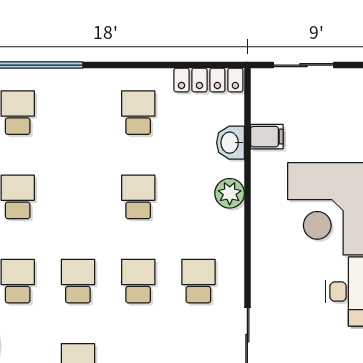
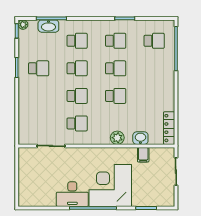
school desk: (138, 113) -> (116, 68), moved

